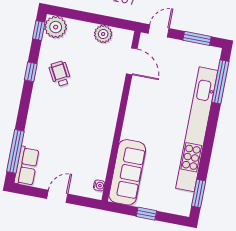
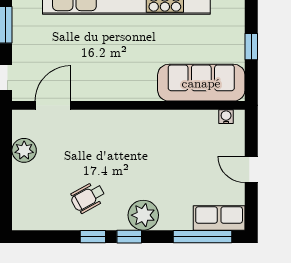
plant: (56, 27) -> (143, 215), moved
window: (39, 30) -> (129, 237), moved

